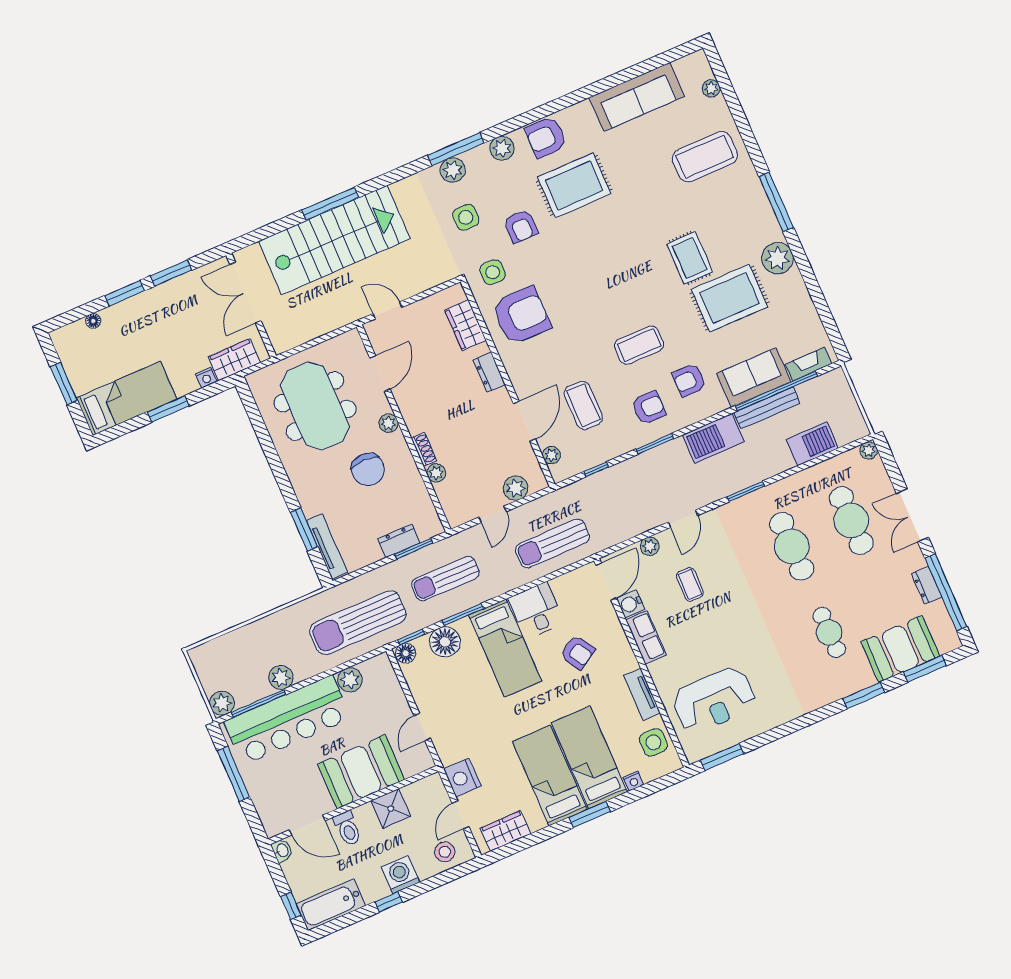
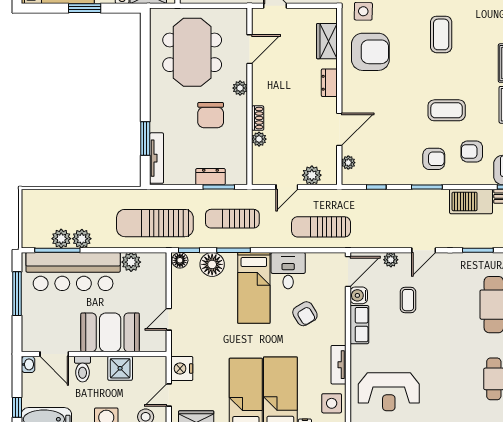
coffee table: (583, 405) -> (441, 34), moved
plant: (222, 703) -> (61, 239), moved

